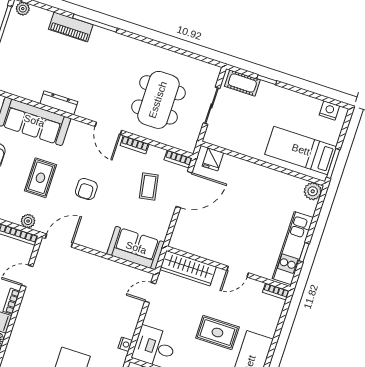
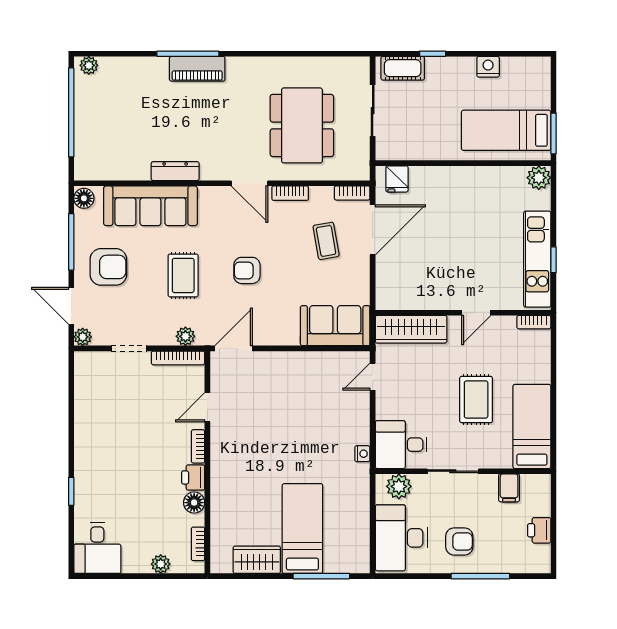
piano: (71, 27) -> (197, 69), moved
nightstand: (329, 110) -> (488, 67), moved
armchair: (86, 189) -> (247, 270), turned 90
rug: (217, 332) -> (476, 400), turned 90

